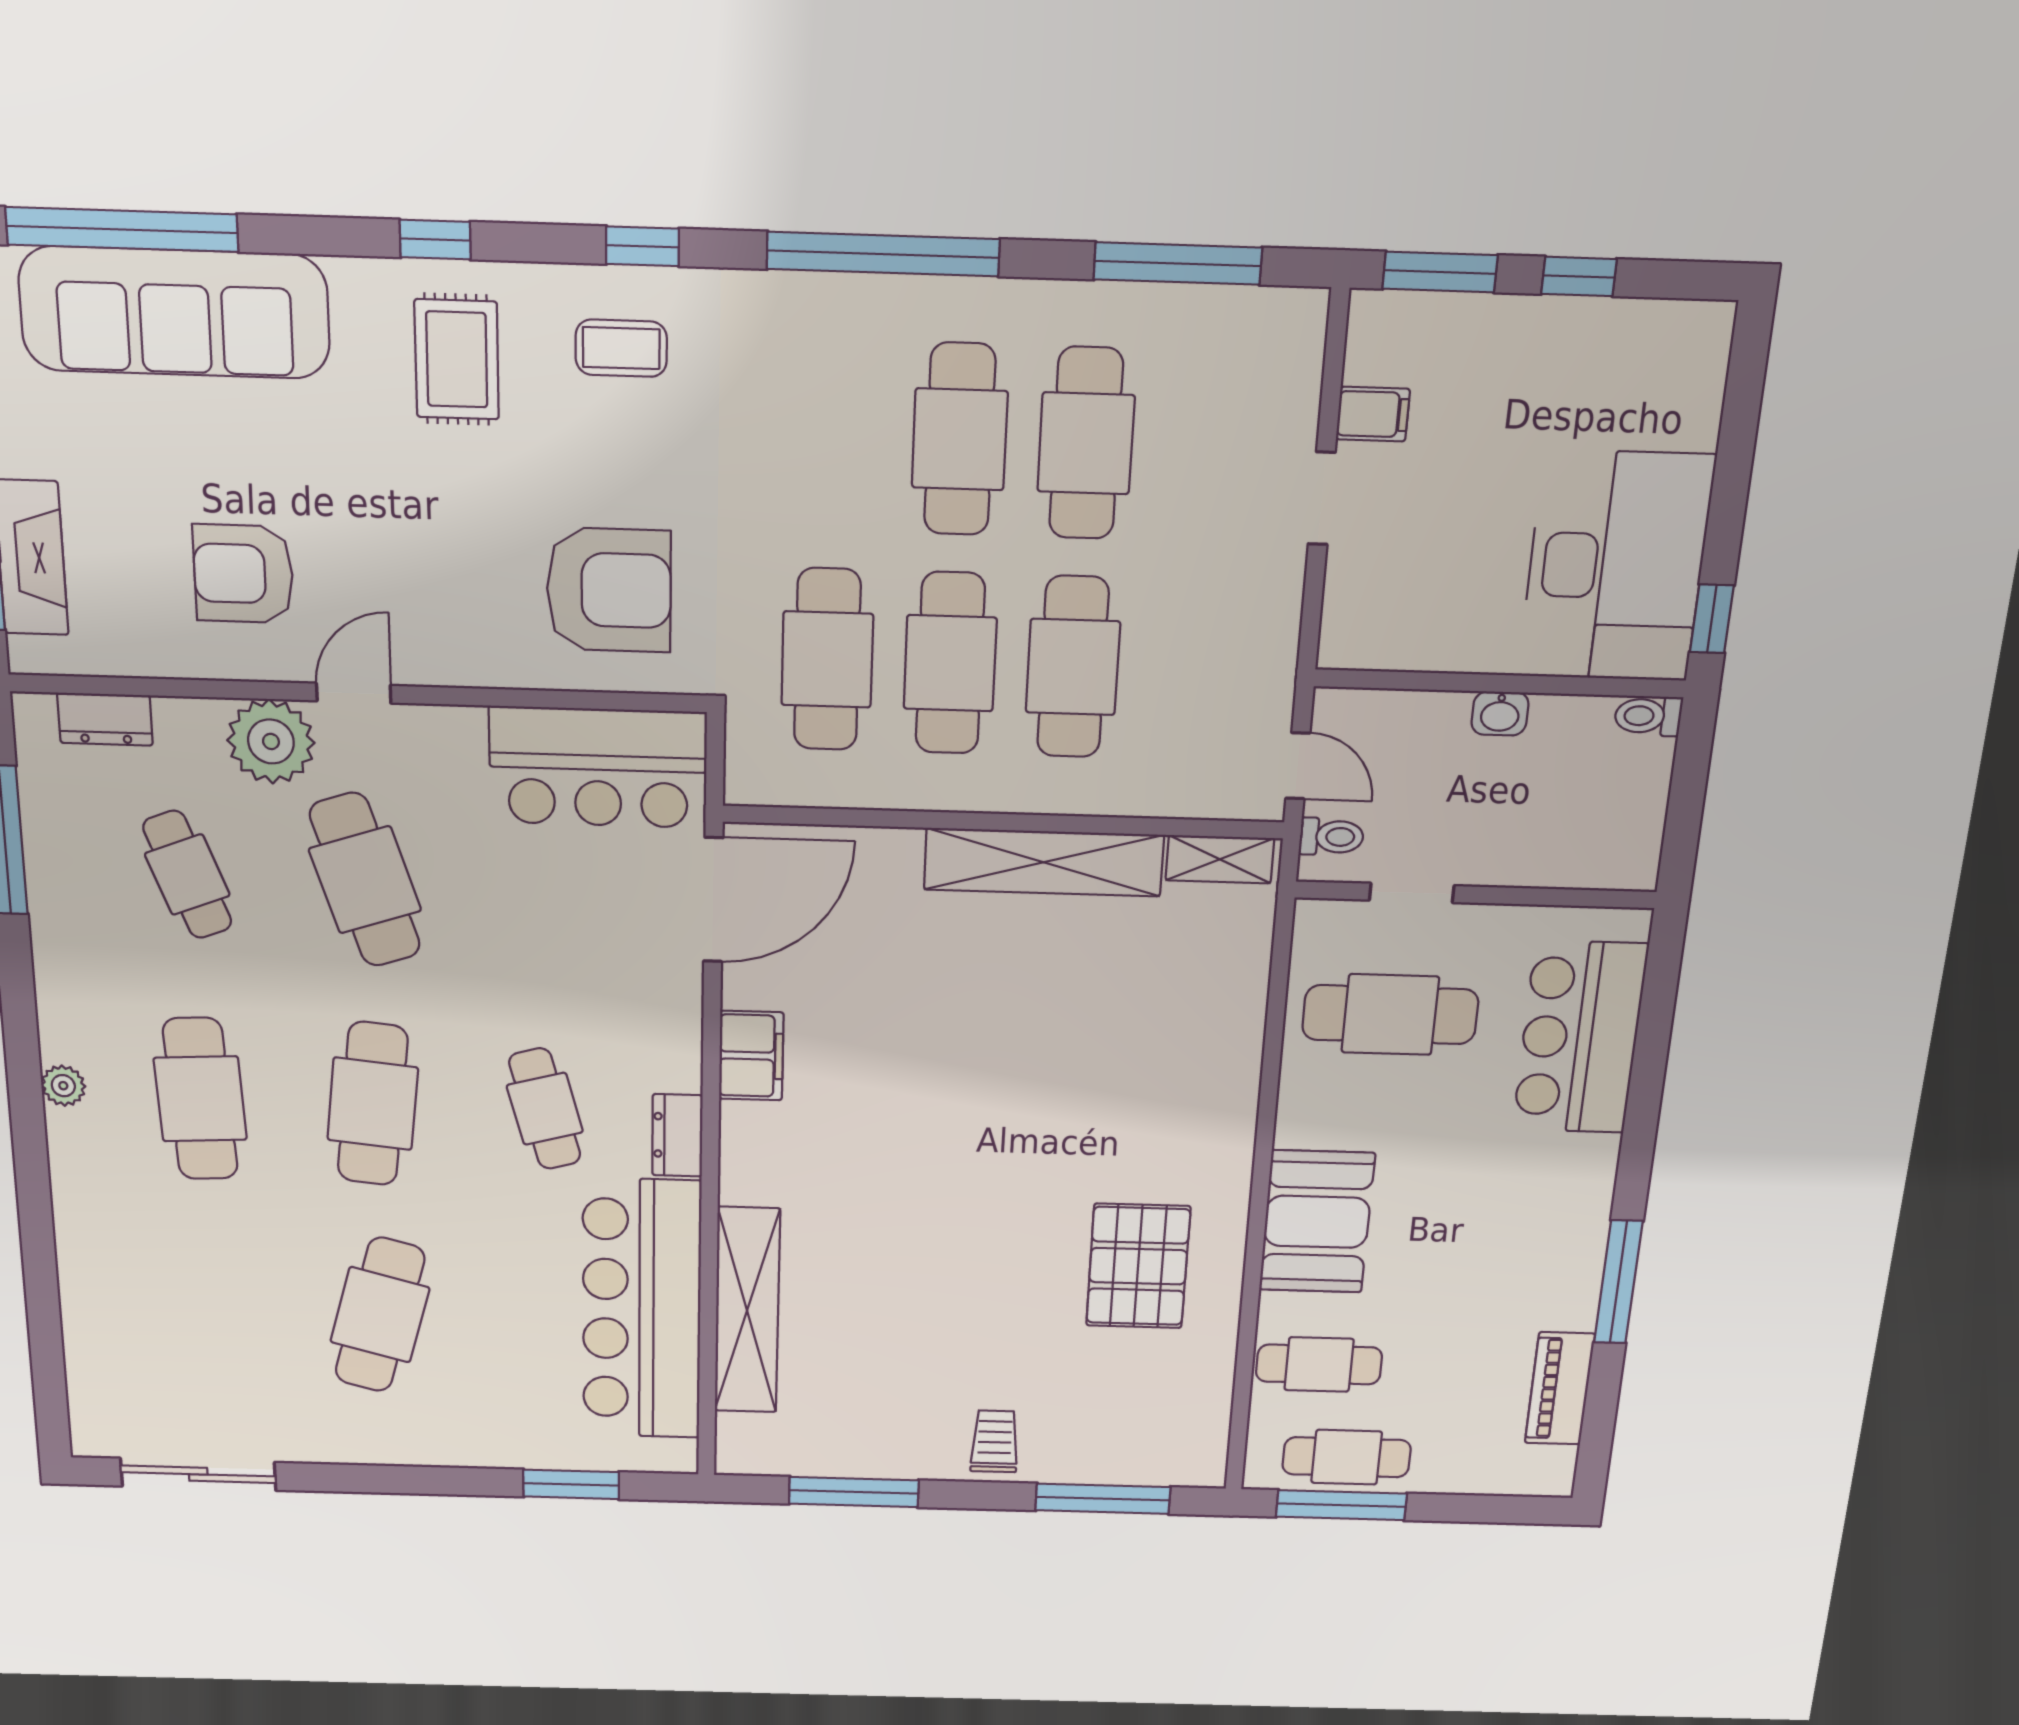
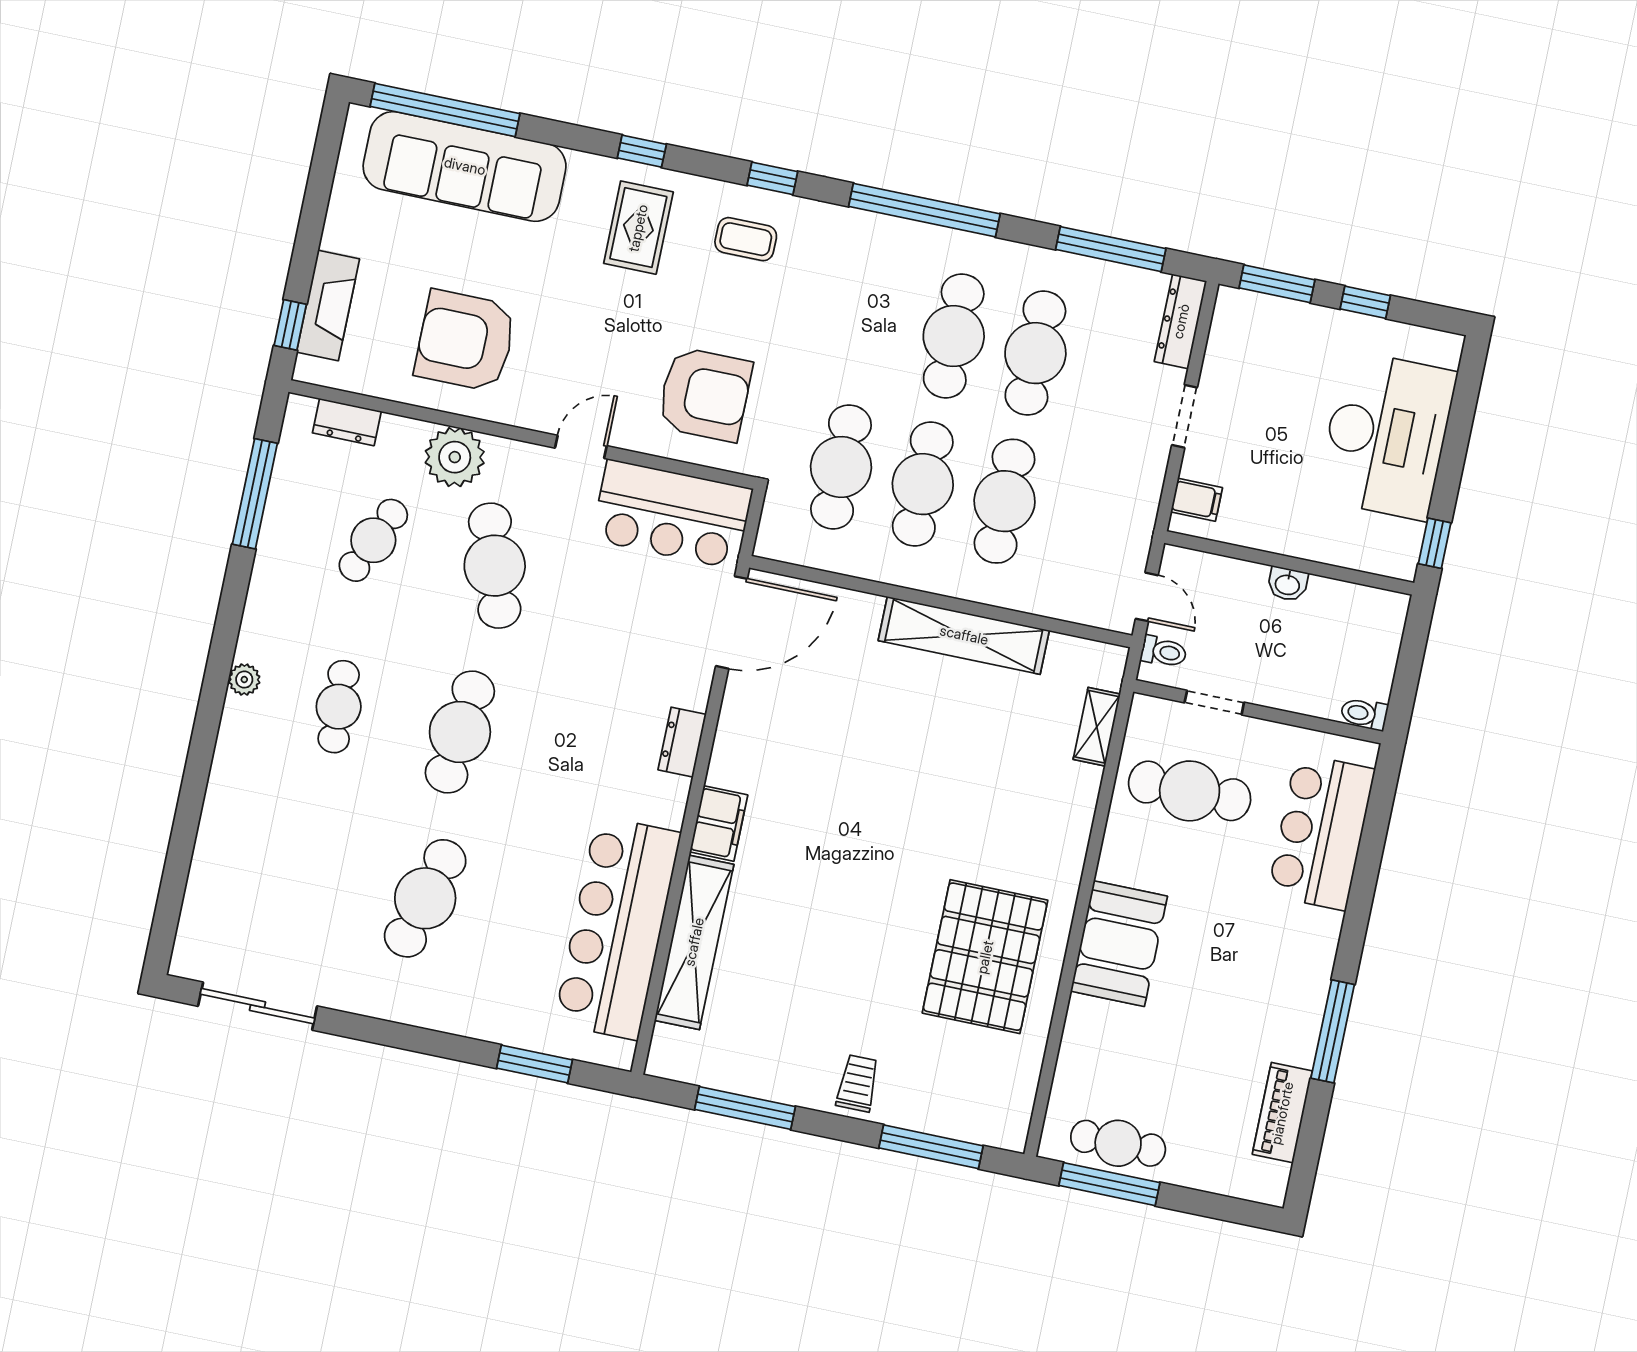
dresser: (1299, 356) -> (1181, 321), added
filing cabinet: (1373, 414) -> (1197, 500), moved
desk: (1616, 566) -> (1386, 435), moved
armchair: (243, 574) -> (465, 341), width x1.36, depth x1.36
door: (354, 693) -> (581, 447), moved
toilet: (1648, 716) -> (1364, 714), moved
shelving: (1220, 859) -> (1097, 727), moved, turned 90
cafe table: (187, 875) -> (373, 540), turned 45
filing cabinet: (751, 1056) -> (719, 823), moved
cafe table: (200, 1099) -> (339, 707), width x0.73, depth x0.74
cafe table: (545, 1109) -> (581, 757), removed
dresser: (677, 1135) -> (682, 742), moved
pallet: (1138, 1266) -> (985, 957), width x1.37, depth x1.41
cafe table: (1319, 1364) -> (1107, 1061), removed

